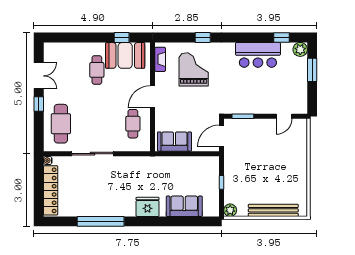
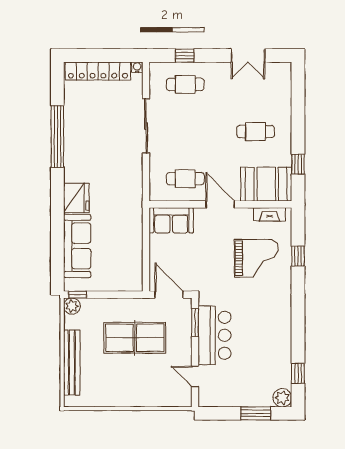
window: (203, 38) -> (298, 256), moved
booth: (125, 55) -> (266, 184), moved, turned 90
bar counter: (258, 55) -> (215, 335), moved, turned 180
window: (39, 104) -> (185, 56), moved
cafe table: (61, 124) -> (185, 84), width x0.73, depth x0.74
sofa: (174, 142) -> (171, 220), moved, turned 90
table tennis table: (254, 162) -> (135, 338), added
window: (221, 182) -> (78, 295), moved
sofa: (184, 206) -> (77, 246), width x1.36

